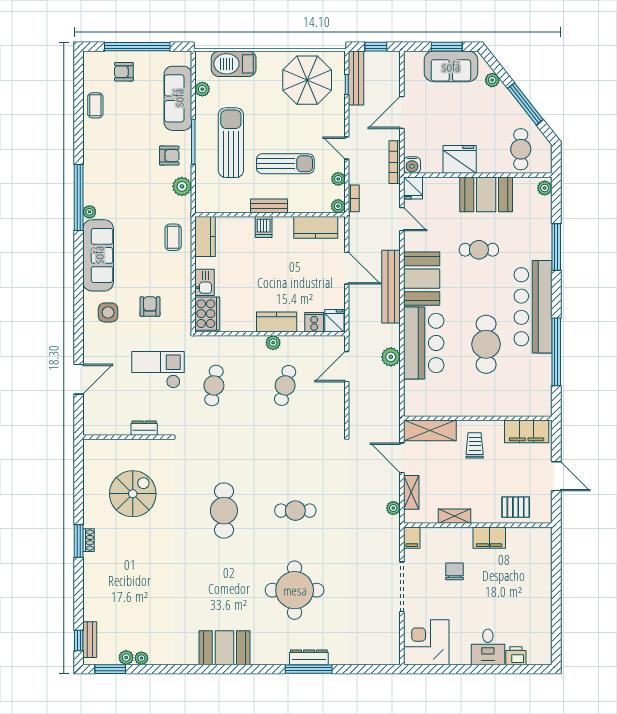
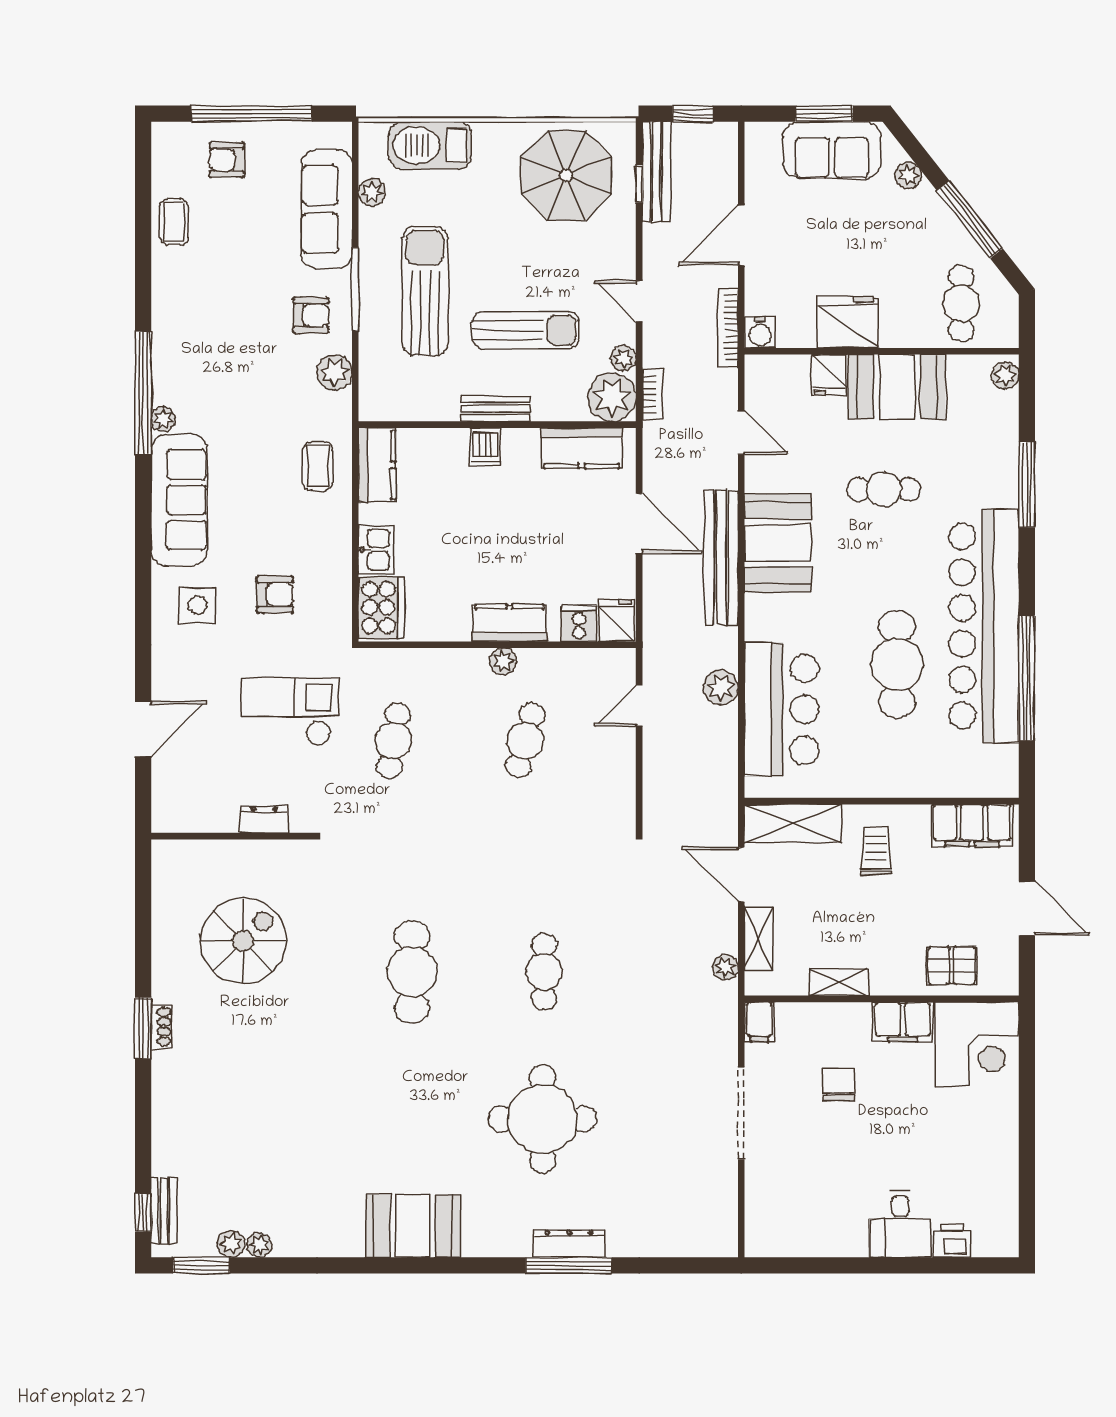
fridge: (413, 188) -> (829, 375), moved
plant: (338, 206) -> (612, 397), width x1.87, depth x1.87
armchair: (150, 307) -> (275, 594), turned 90
bar counter: (533, 307) -> (984, 626), width x1.36
bar counter: (424, 343) -> (782, 709), moved
door: (347, 367) -> (639, 706), width x0.73
cafe table: (295, 511) -> (544, 972), turned 90
corner desk: (426, 642) -> (977, 1044), moved, turned 180

